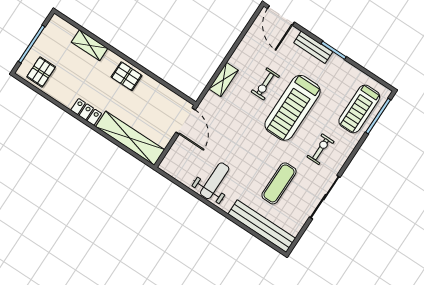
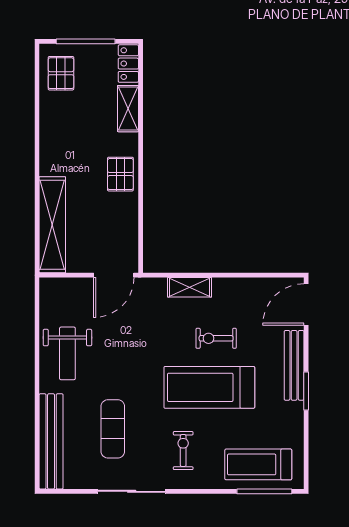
bench: (313, 47) -> (294, 365), width x1.36
pallet: (41, 72) -> (61, 73), turned 90
locker: (86, 112) -> (128, 64), moved, turned 180
exercise bike: (321, 149) -> (183, 451), turned -90
weight bench: (215, 181) -> (67, 353), turned 90
exercise mat: (279, 183) -> (113, 429), turned 90

